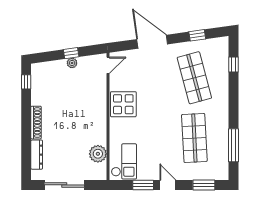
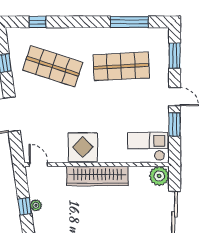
shop shelf: (194, 78) -> (53, 66), turned 33
wardrobe: (98, 117) -> (97, 176), added
plant: (98, 154) -> (159, 176), moved
door: (168, 185) -> (175, 97), swing flipped

